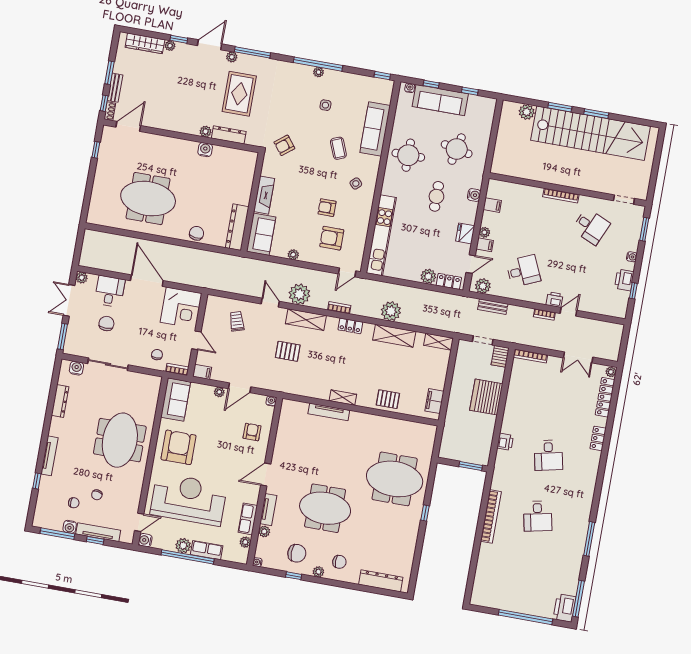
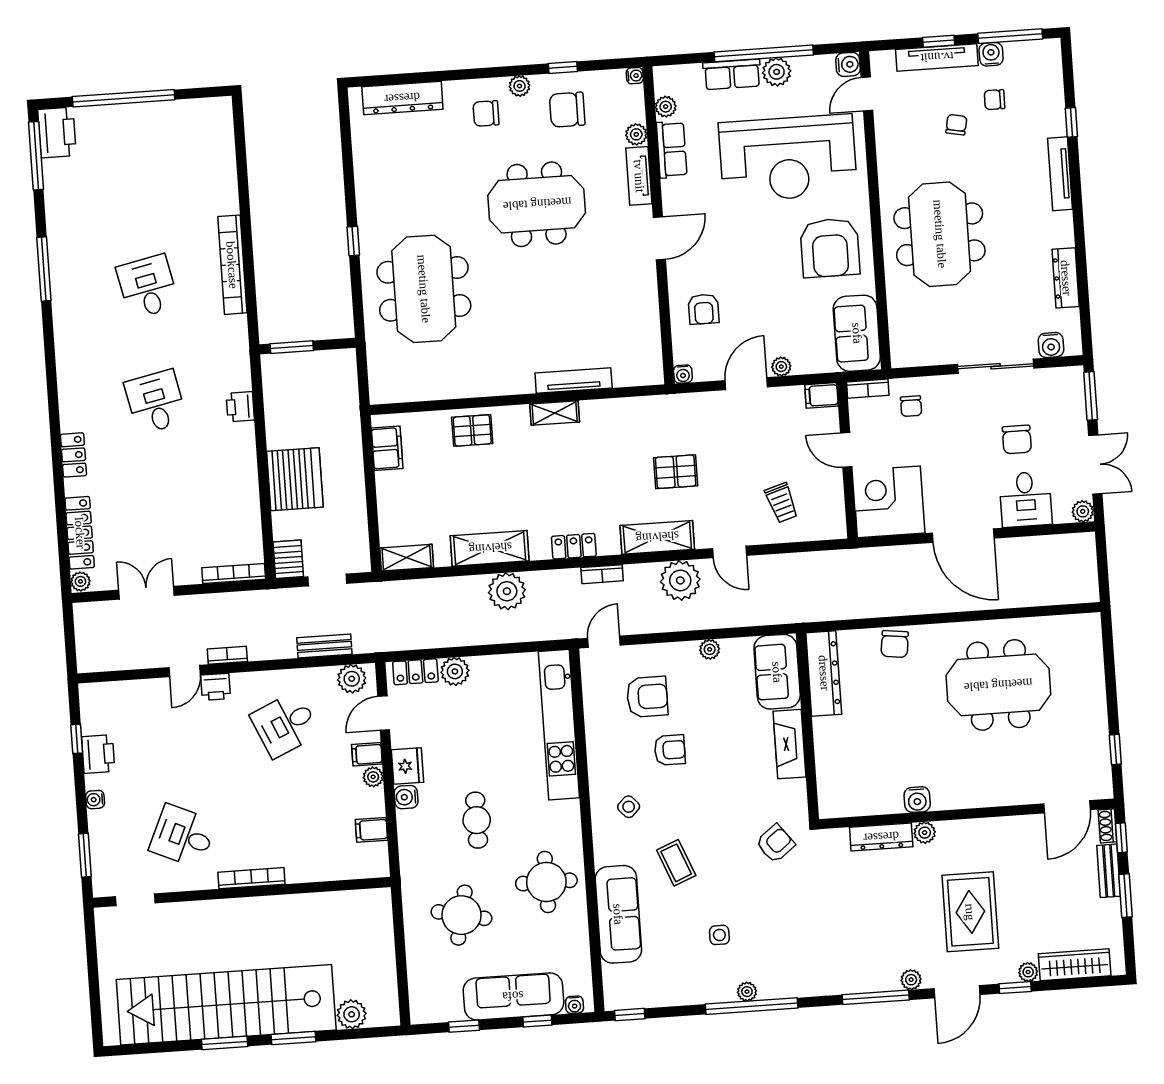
rug: (239, 94) -> (970, 912), moved
water cooler: (474, 195) -> (406, 797), moved
meeting table: (395, 479) -> (424, 289), turned 90

